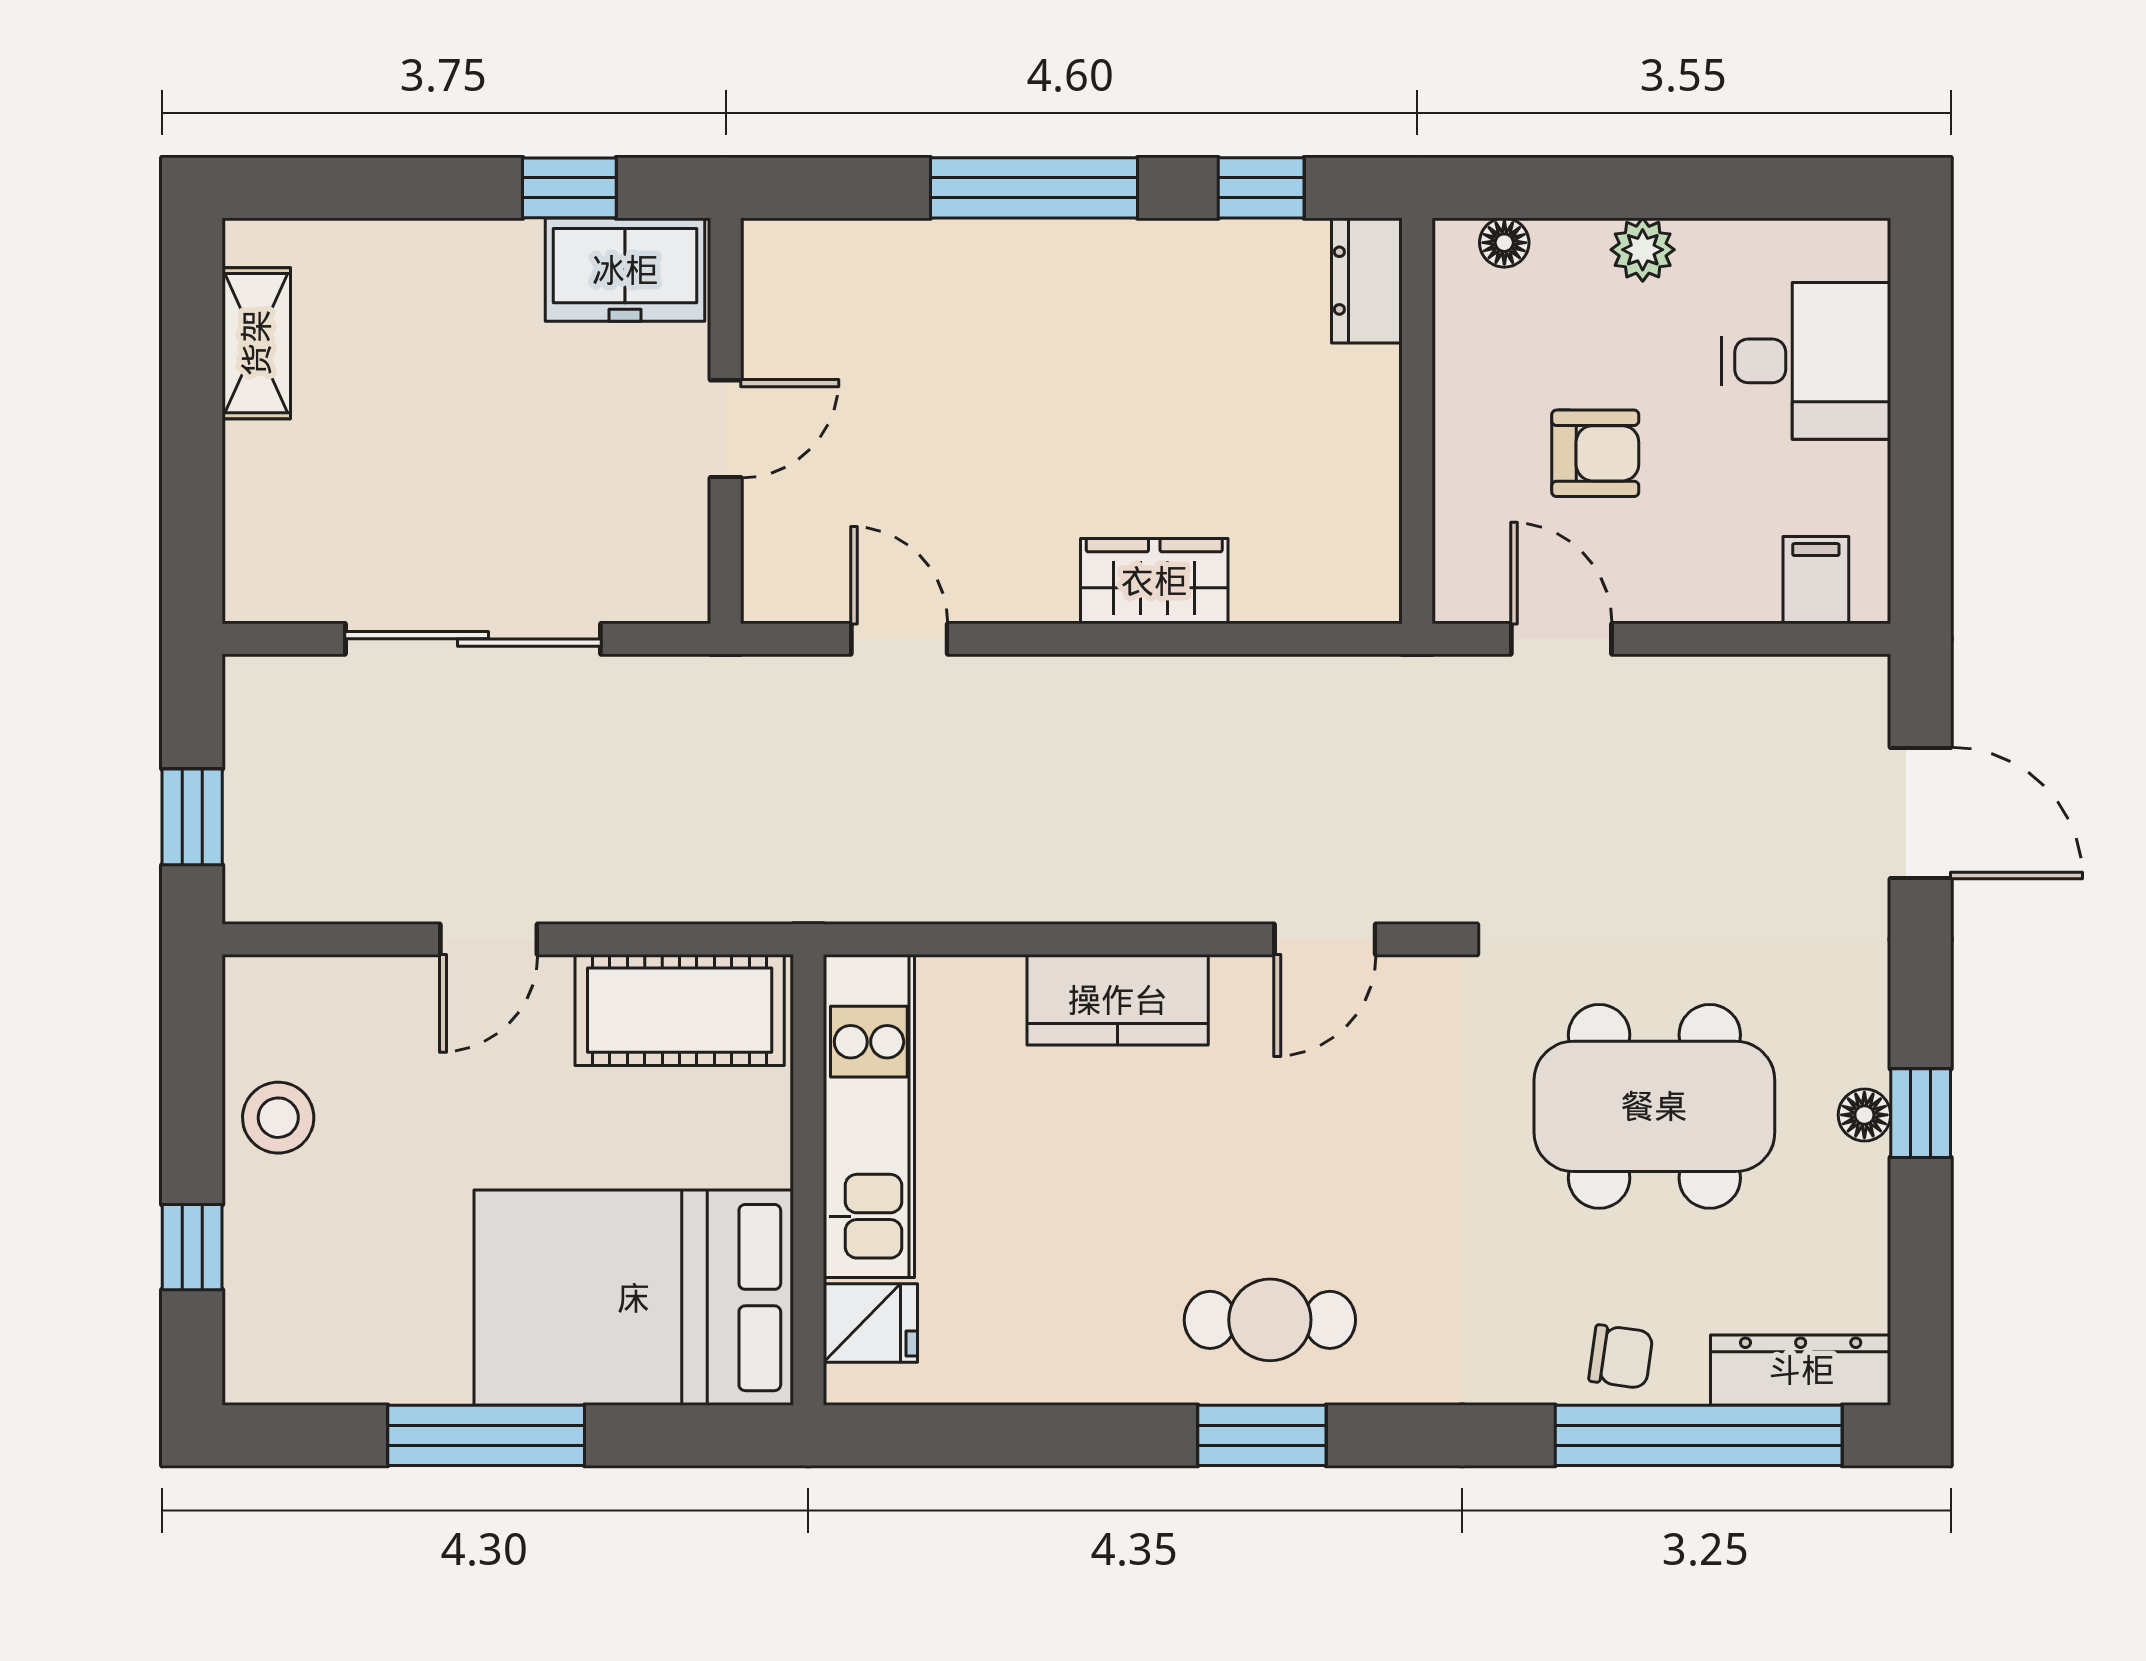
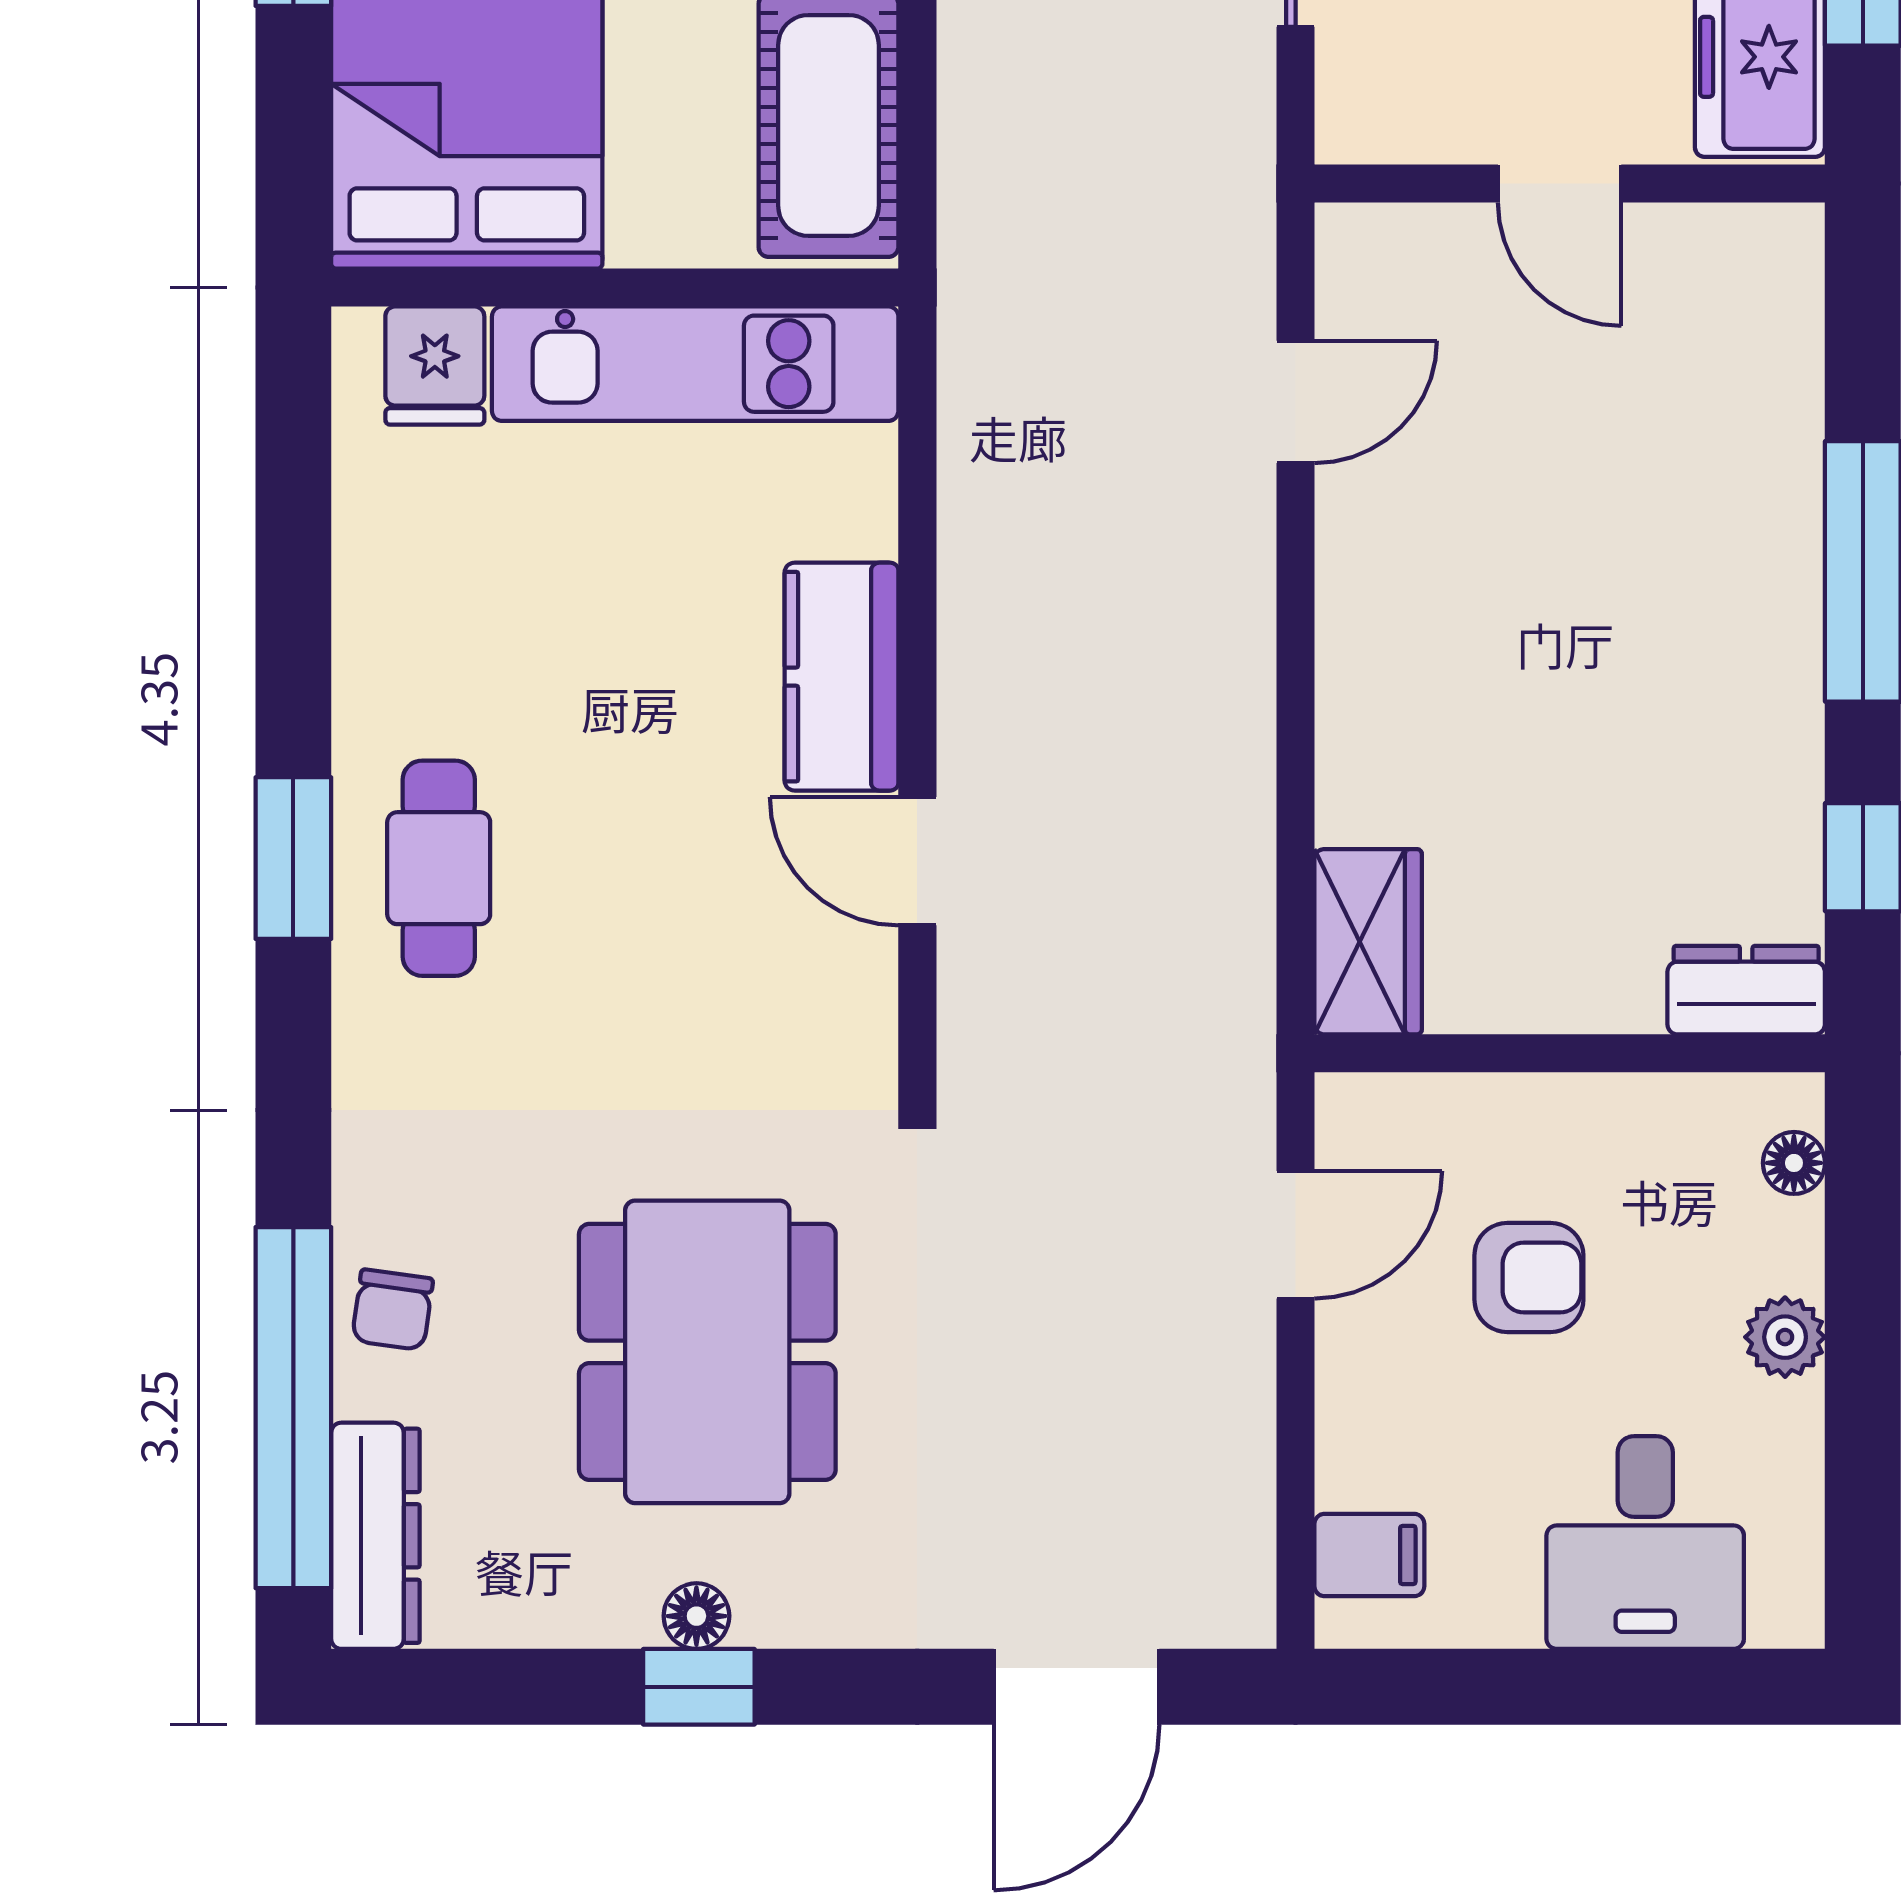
armchair: (1595, 453) -> (1529, 1277), turned -90
wardrobe: (1154, 581) -> (1368, 942), moved
door: (1325, 939) -> (917, 861), moved

